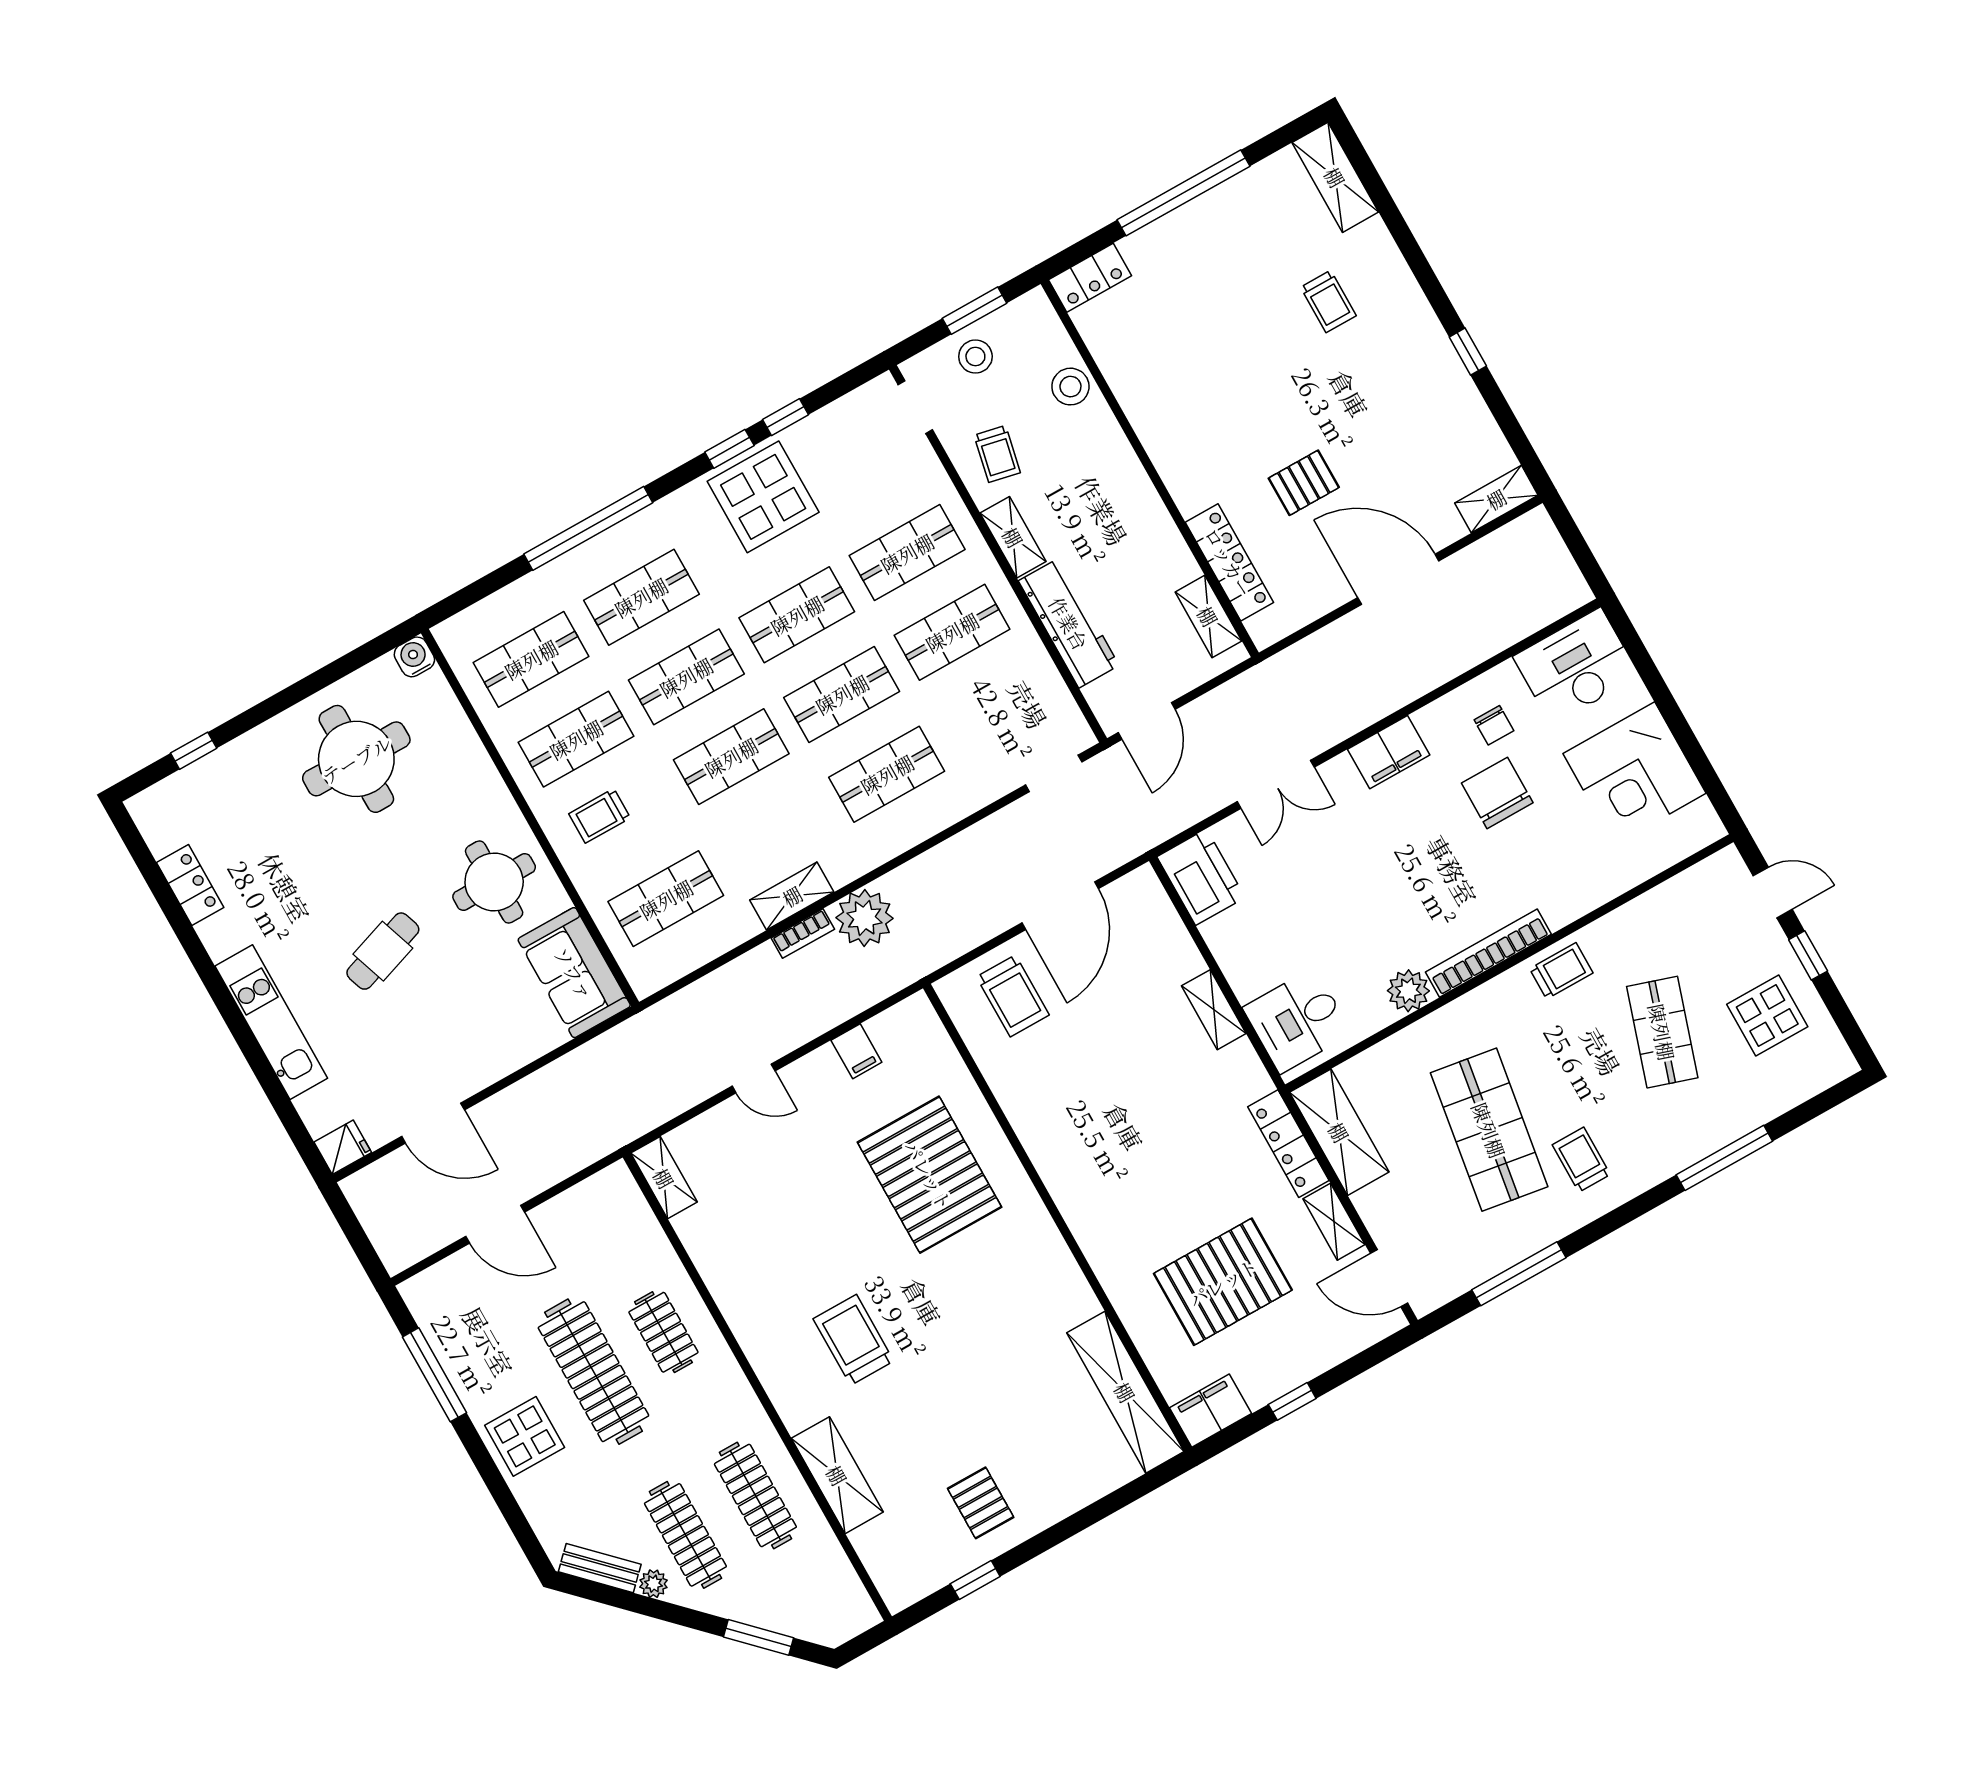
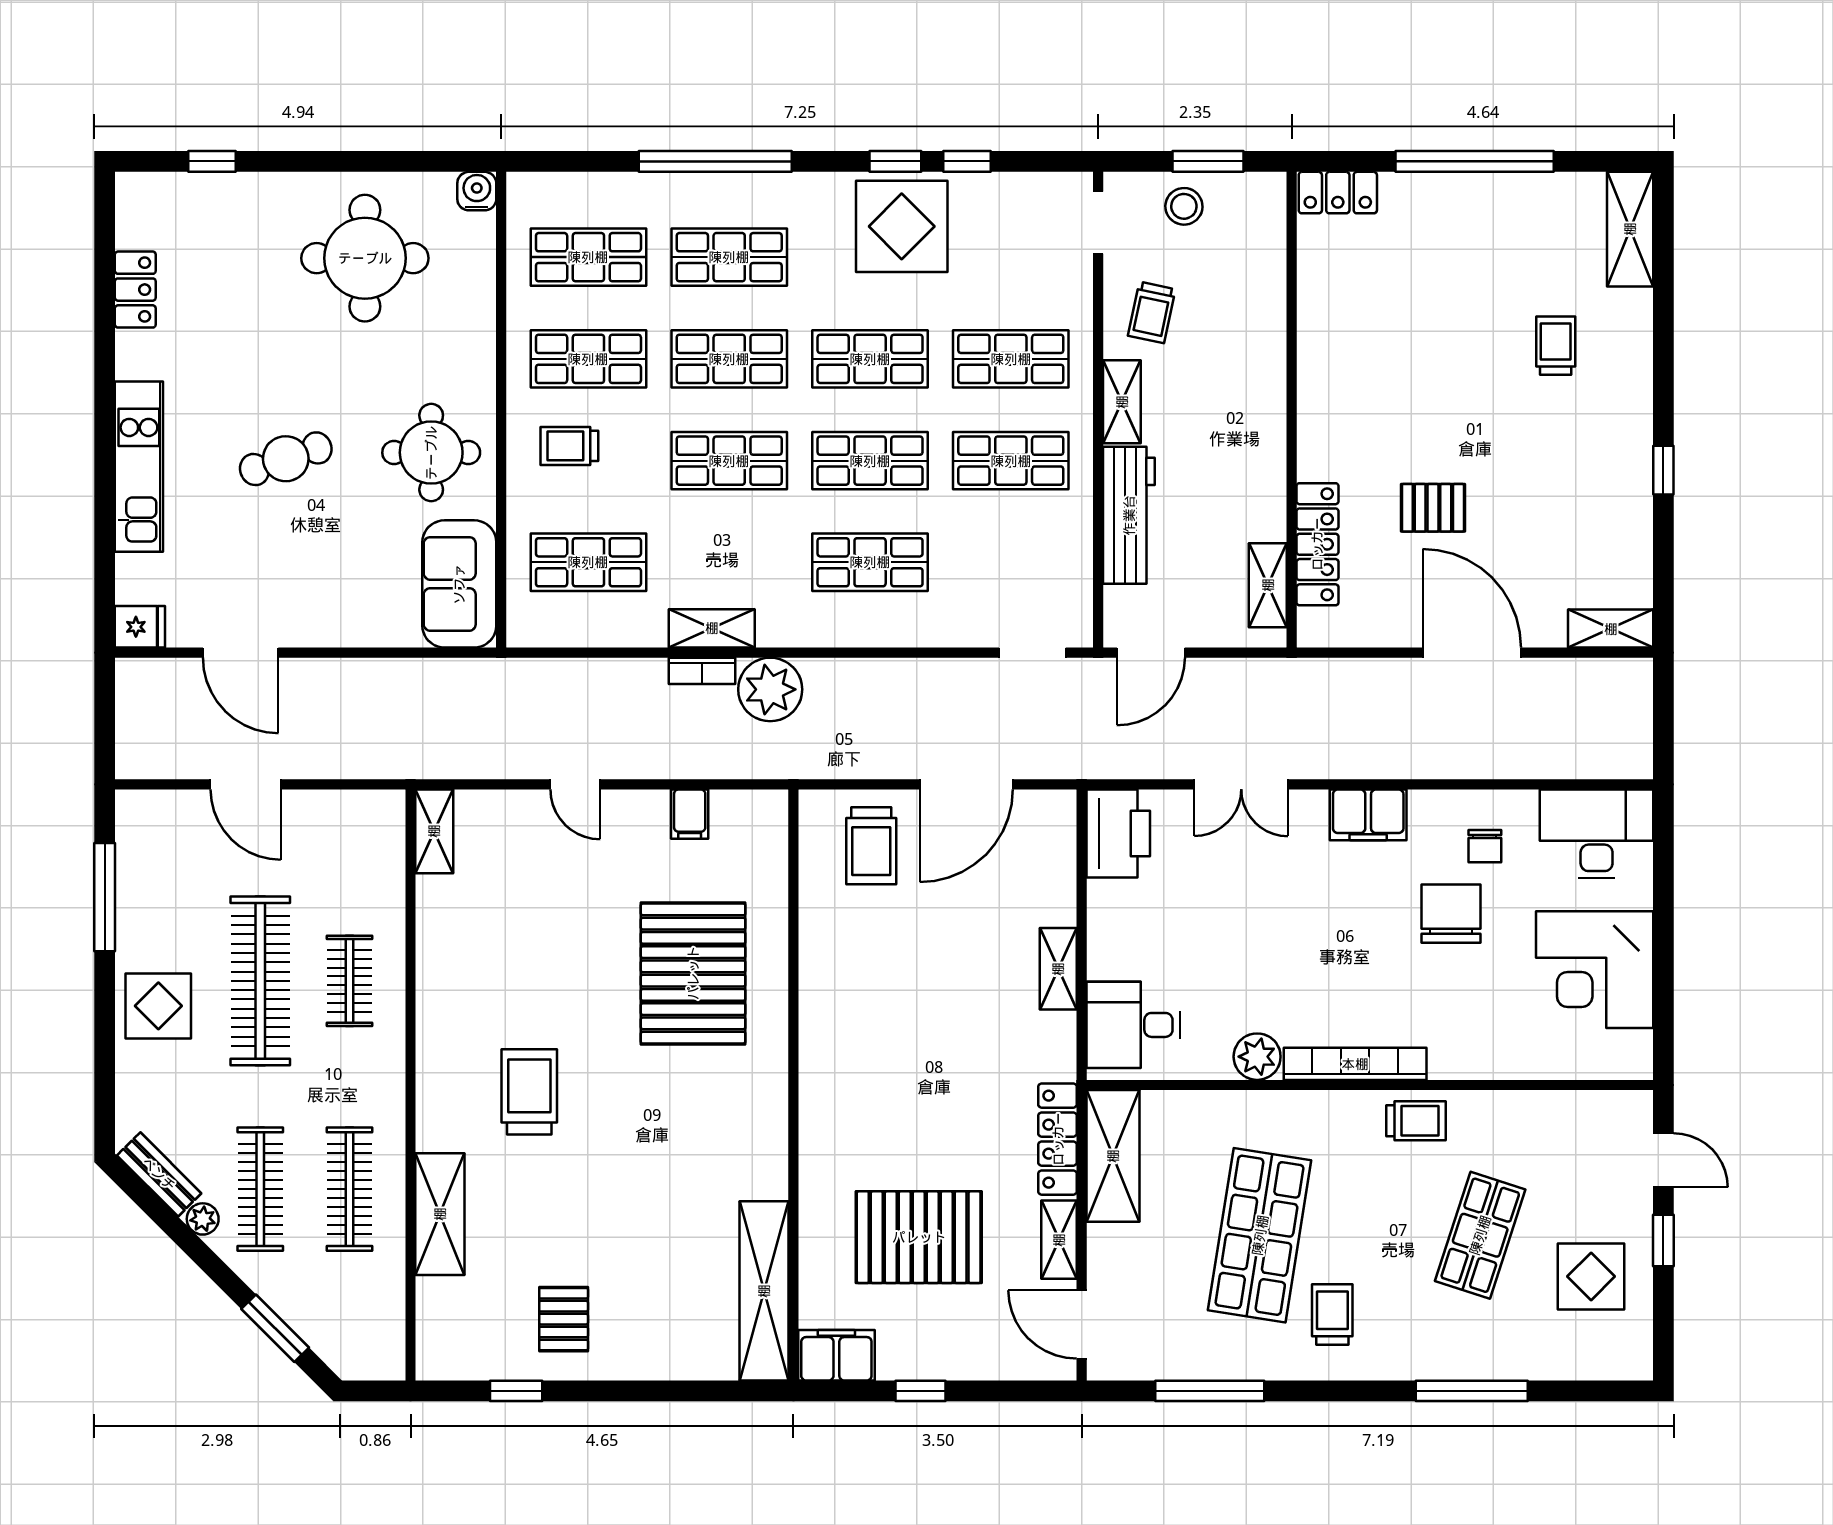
trolley: (1328, 301) -> (1556, 346), turned 180
stool: (1070, 387) -> (1260, 287), removed

